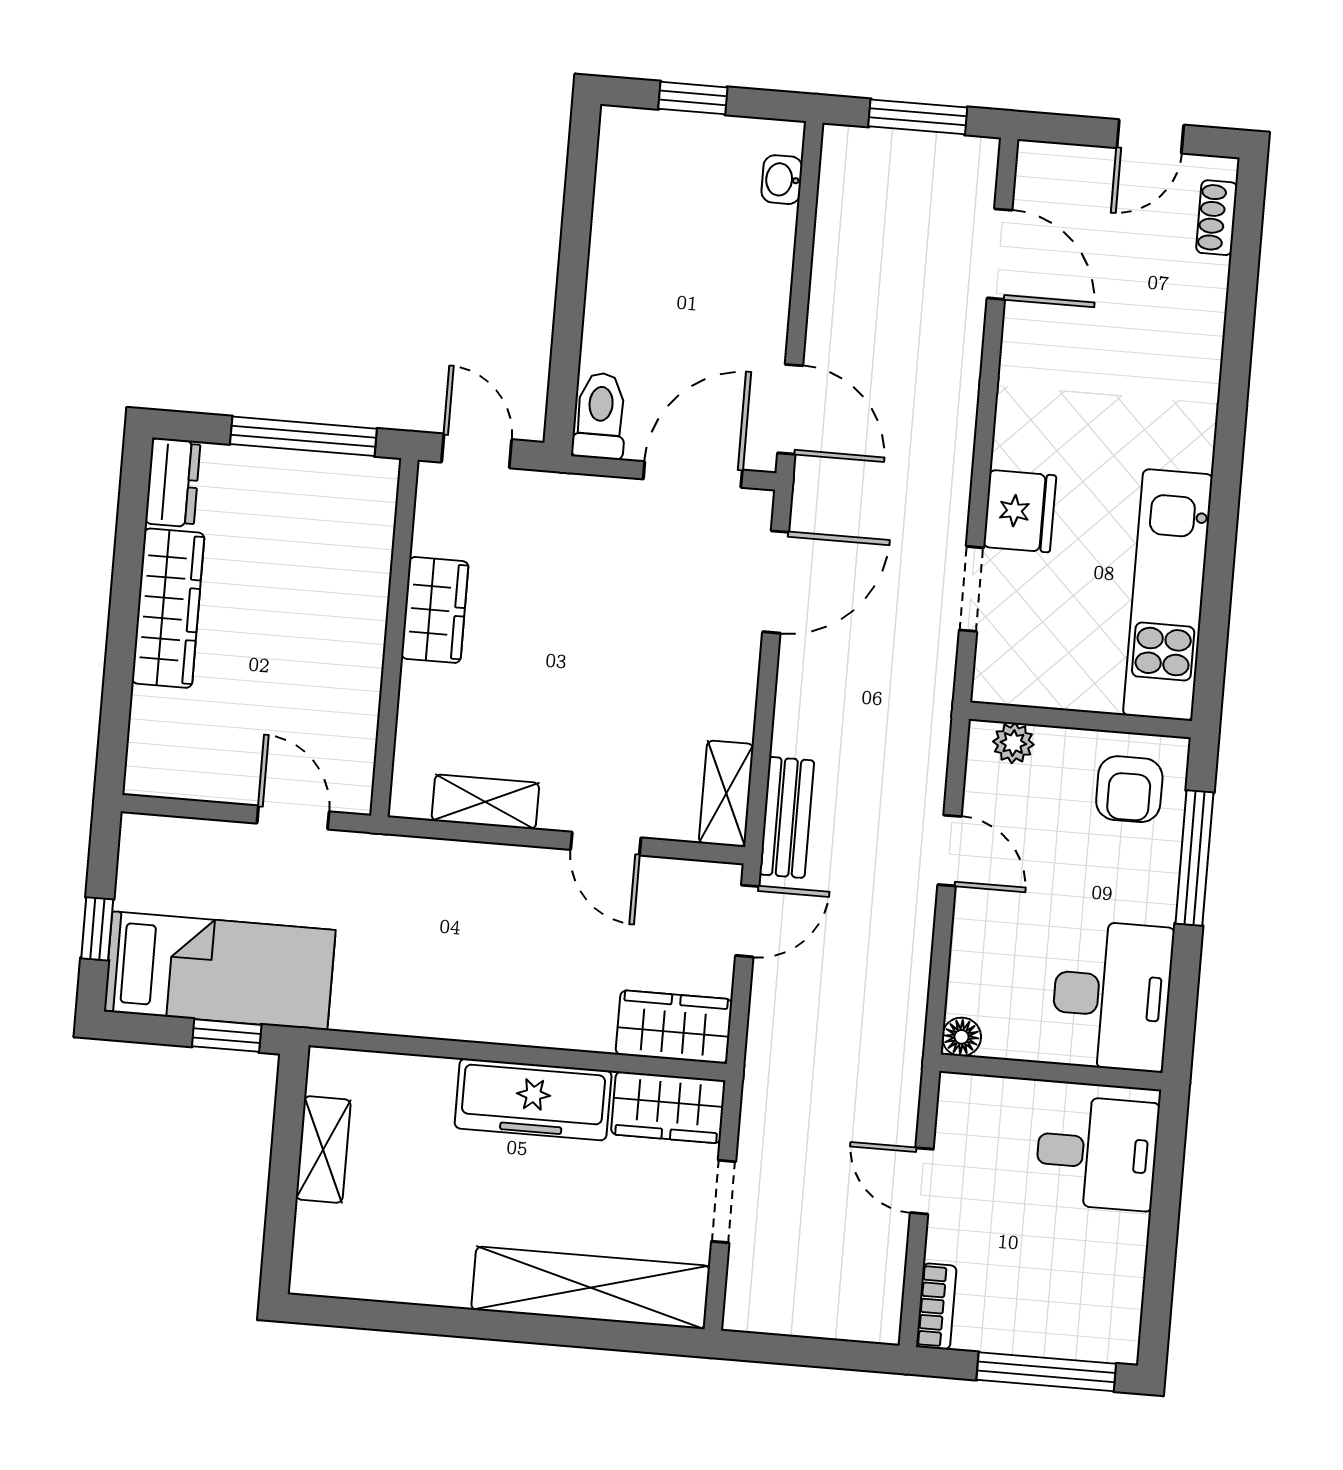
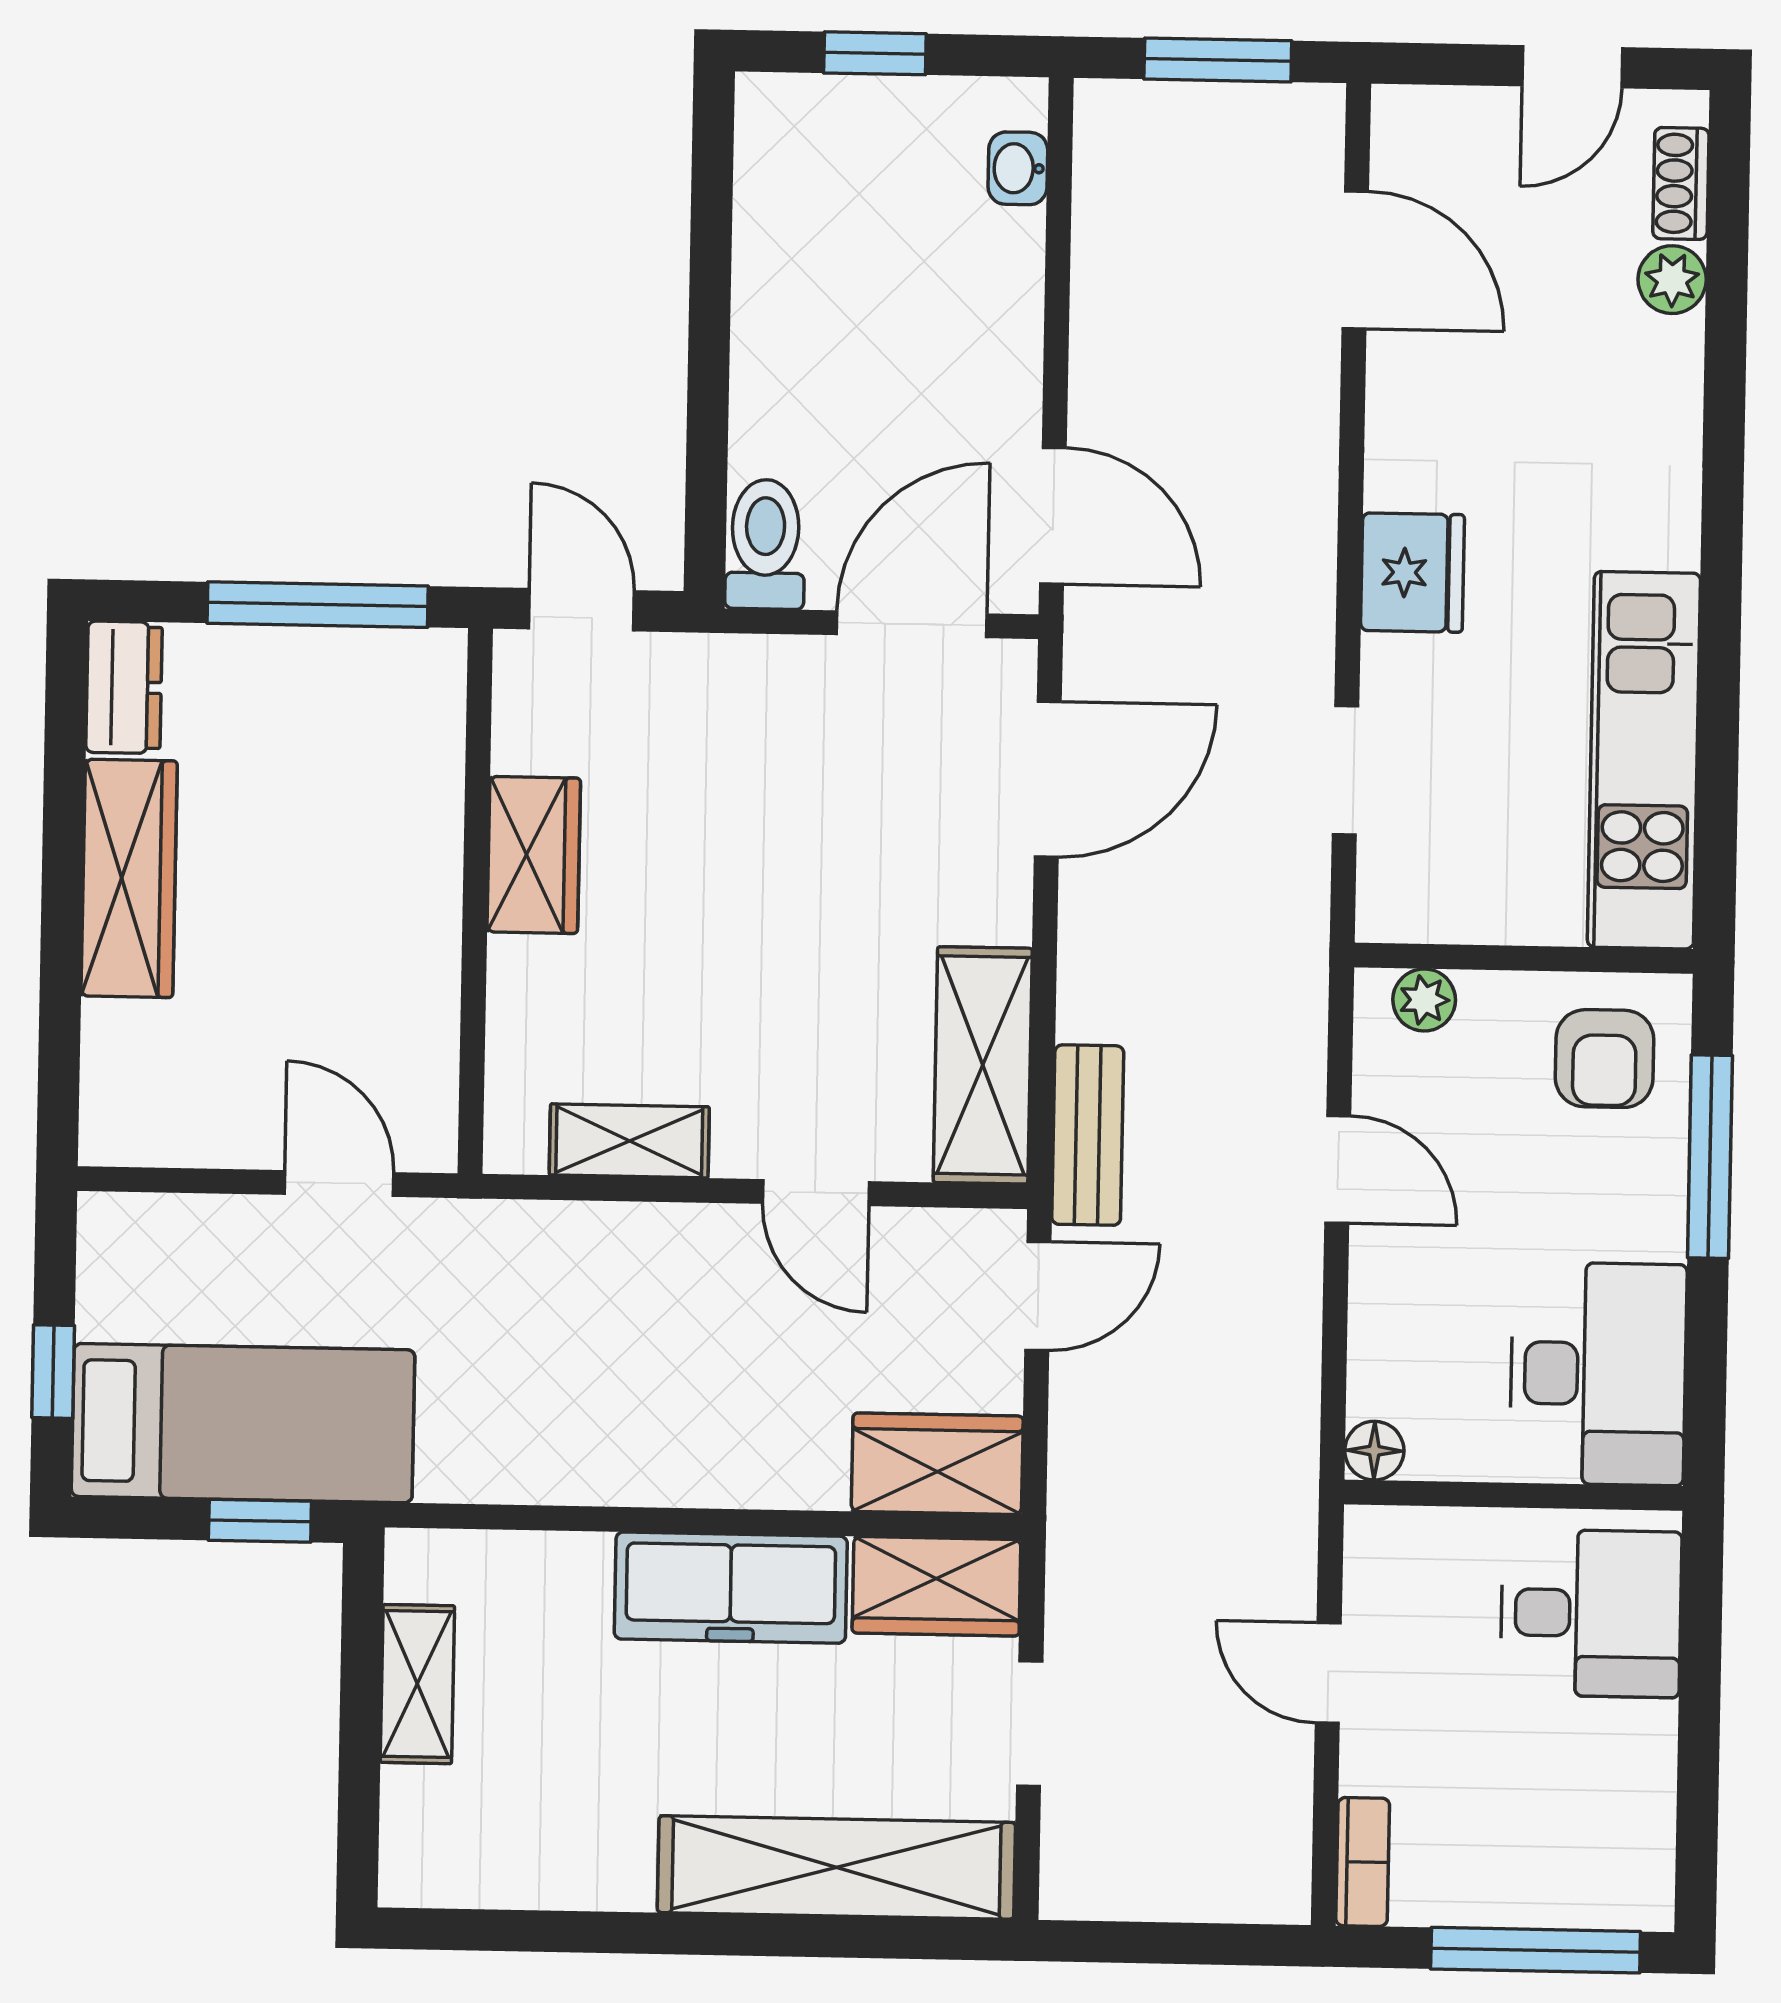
plant: (1207, 280) -> (1672, 280), added
fridge: (1020, 511) -> (1412, 573), moved
shelving: (726, 794) -> (983, 1065), width x1.50, depth x1.33

